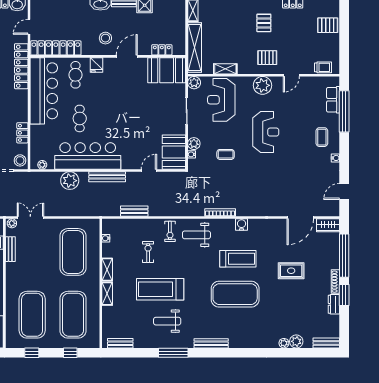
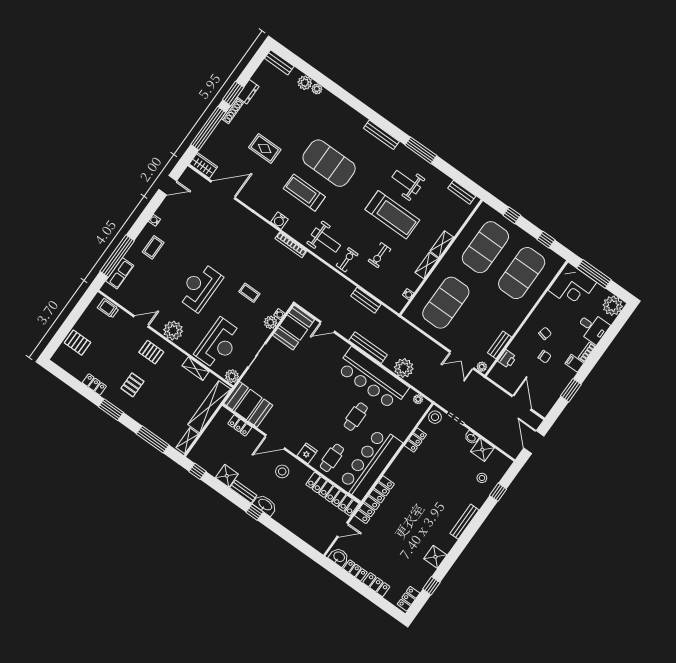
weight bench: (167, 321) -> (406, 182), turned 180

